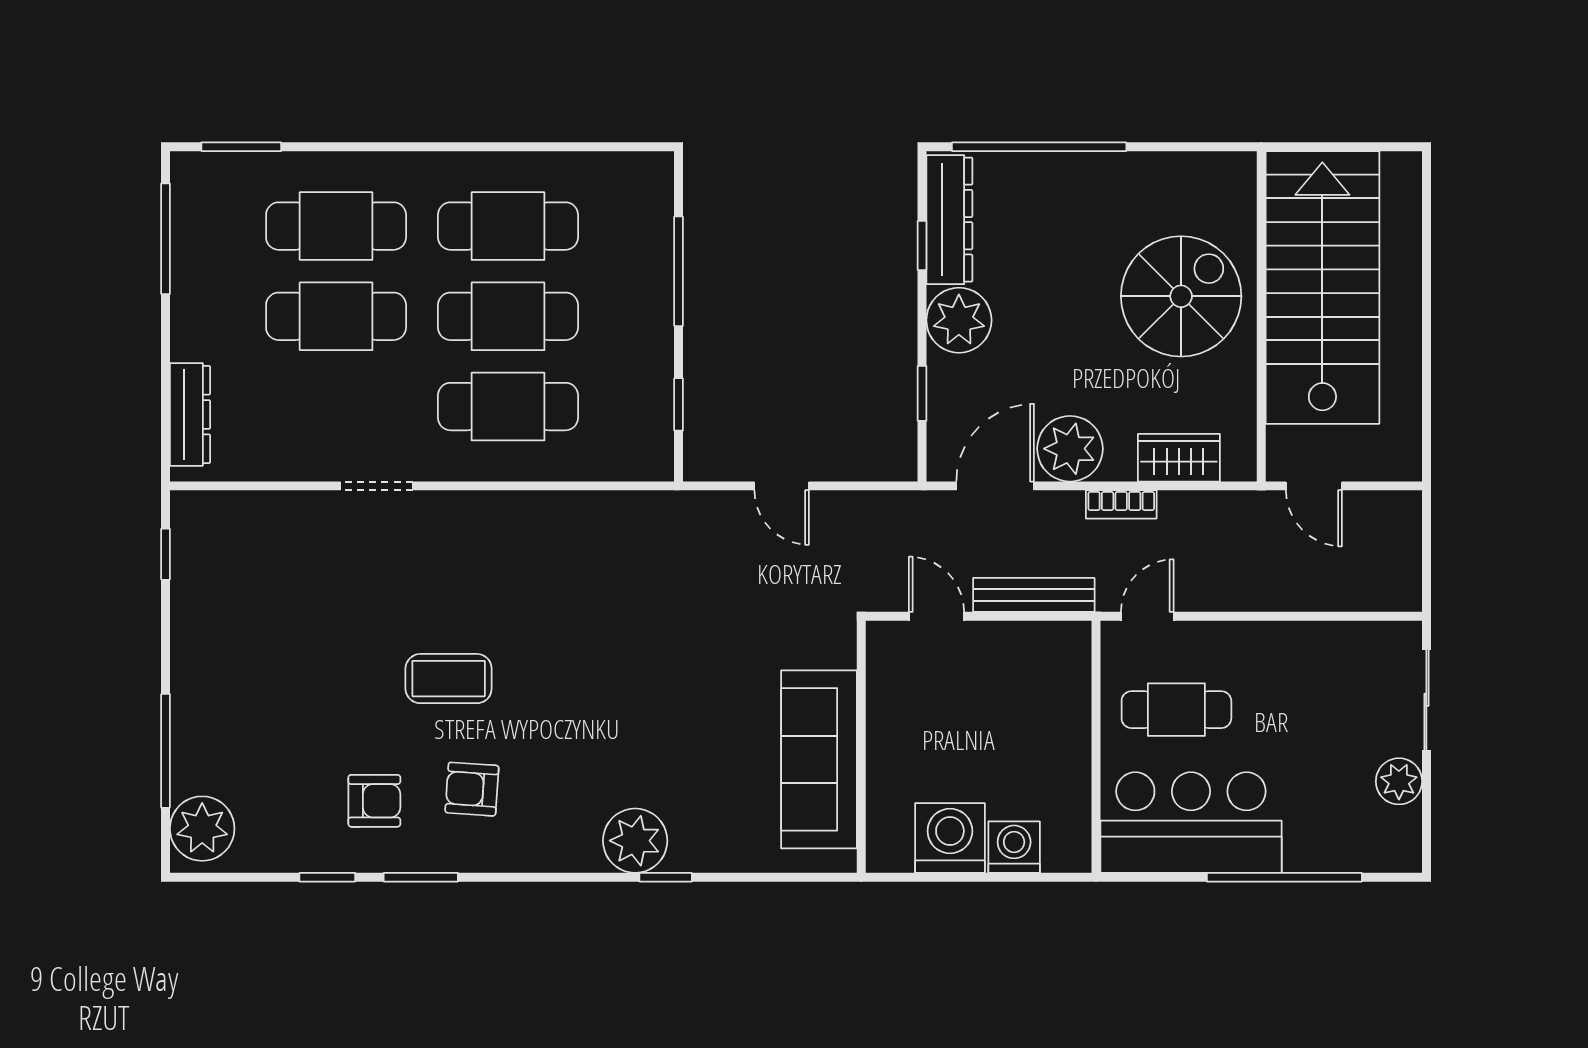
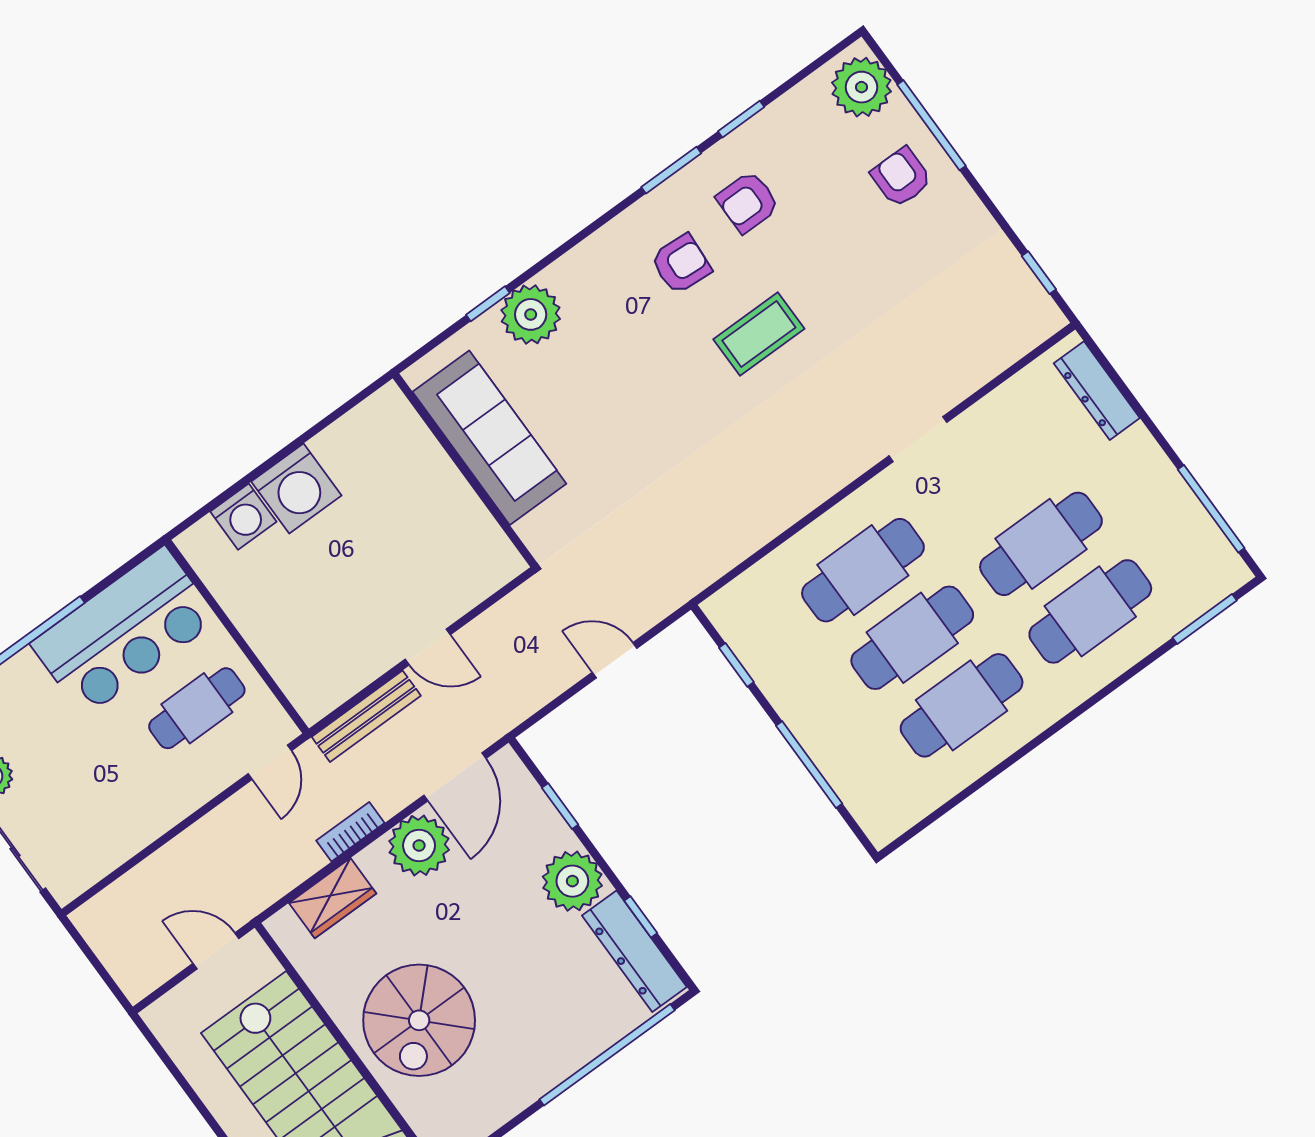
armchair: (225, 725) -> (901, 177), added
wall: (861, 747) -> (465, 470), moved
sofa: (819, 759) -> (489, 438), moved

